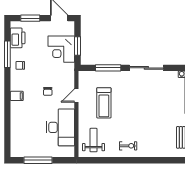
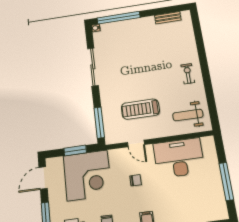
corner desk: (61, 49) -> (87, 175), width x1.36, depth x1.36
window: (108, 68) -> (99, 123), moved
treadmill: (104, 103) -> (140, 109), turned 180

